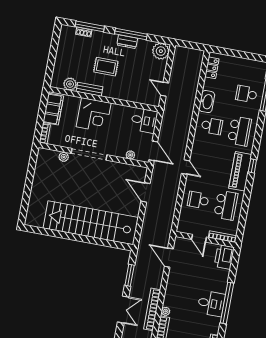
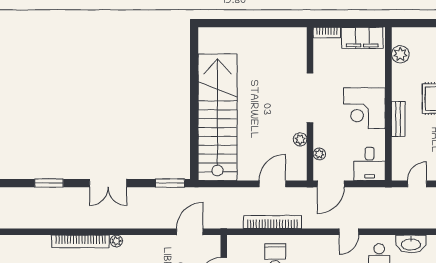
bench: (89, 89) -> (398, 119), moved
corner desk: (94, 115) -> (364, 108), moved
plant: (64, 157) -> (300, 139), moved
door: (186, 167) -> (349, 232), moved
window: (130, 275) -> (170, 183), moved
bookcase: (152, 309) -> (272, 222), moved

